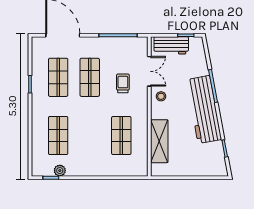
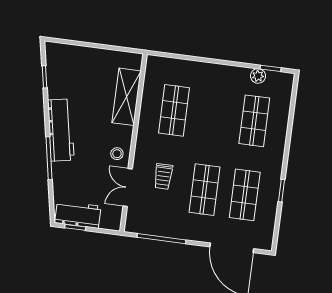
workbench: (171, 45) -> (78, 215), moved
workbench: (204, 110) -> (61, 130), width x0.73, depth x0.76

